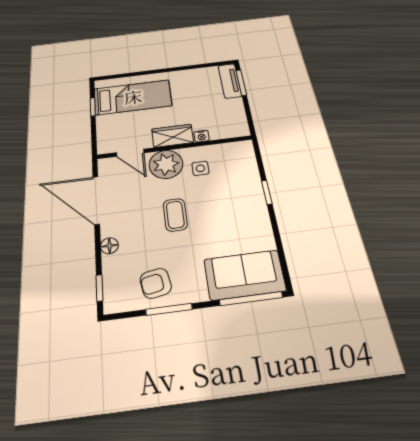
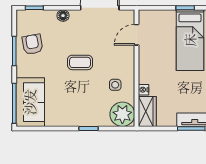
wardrobe: (173, 136) -> (147, 111), moved
plant: (166, 164) -> (122, 114), moved

